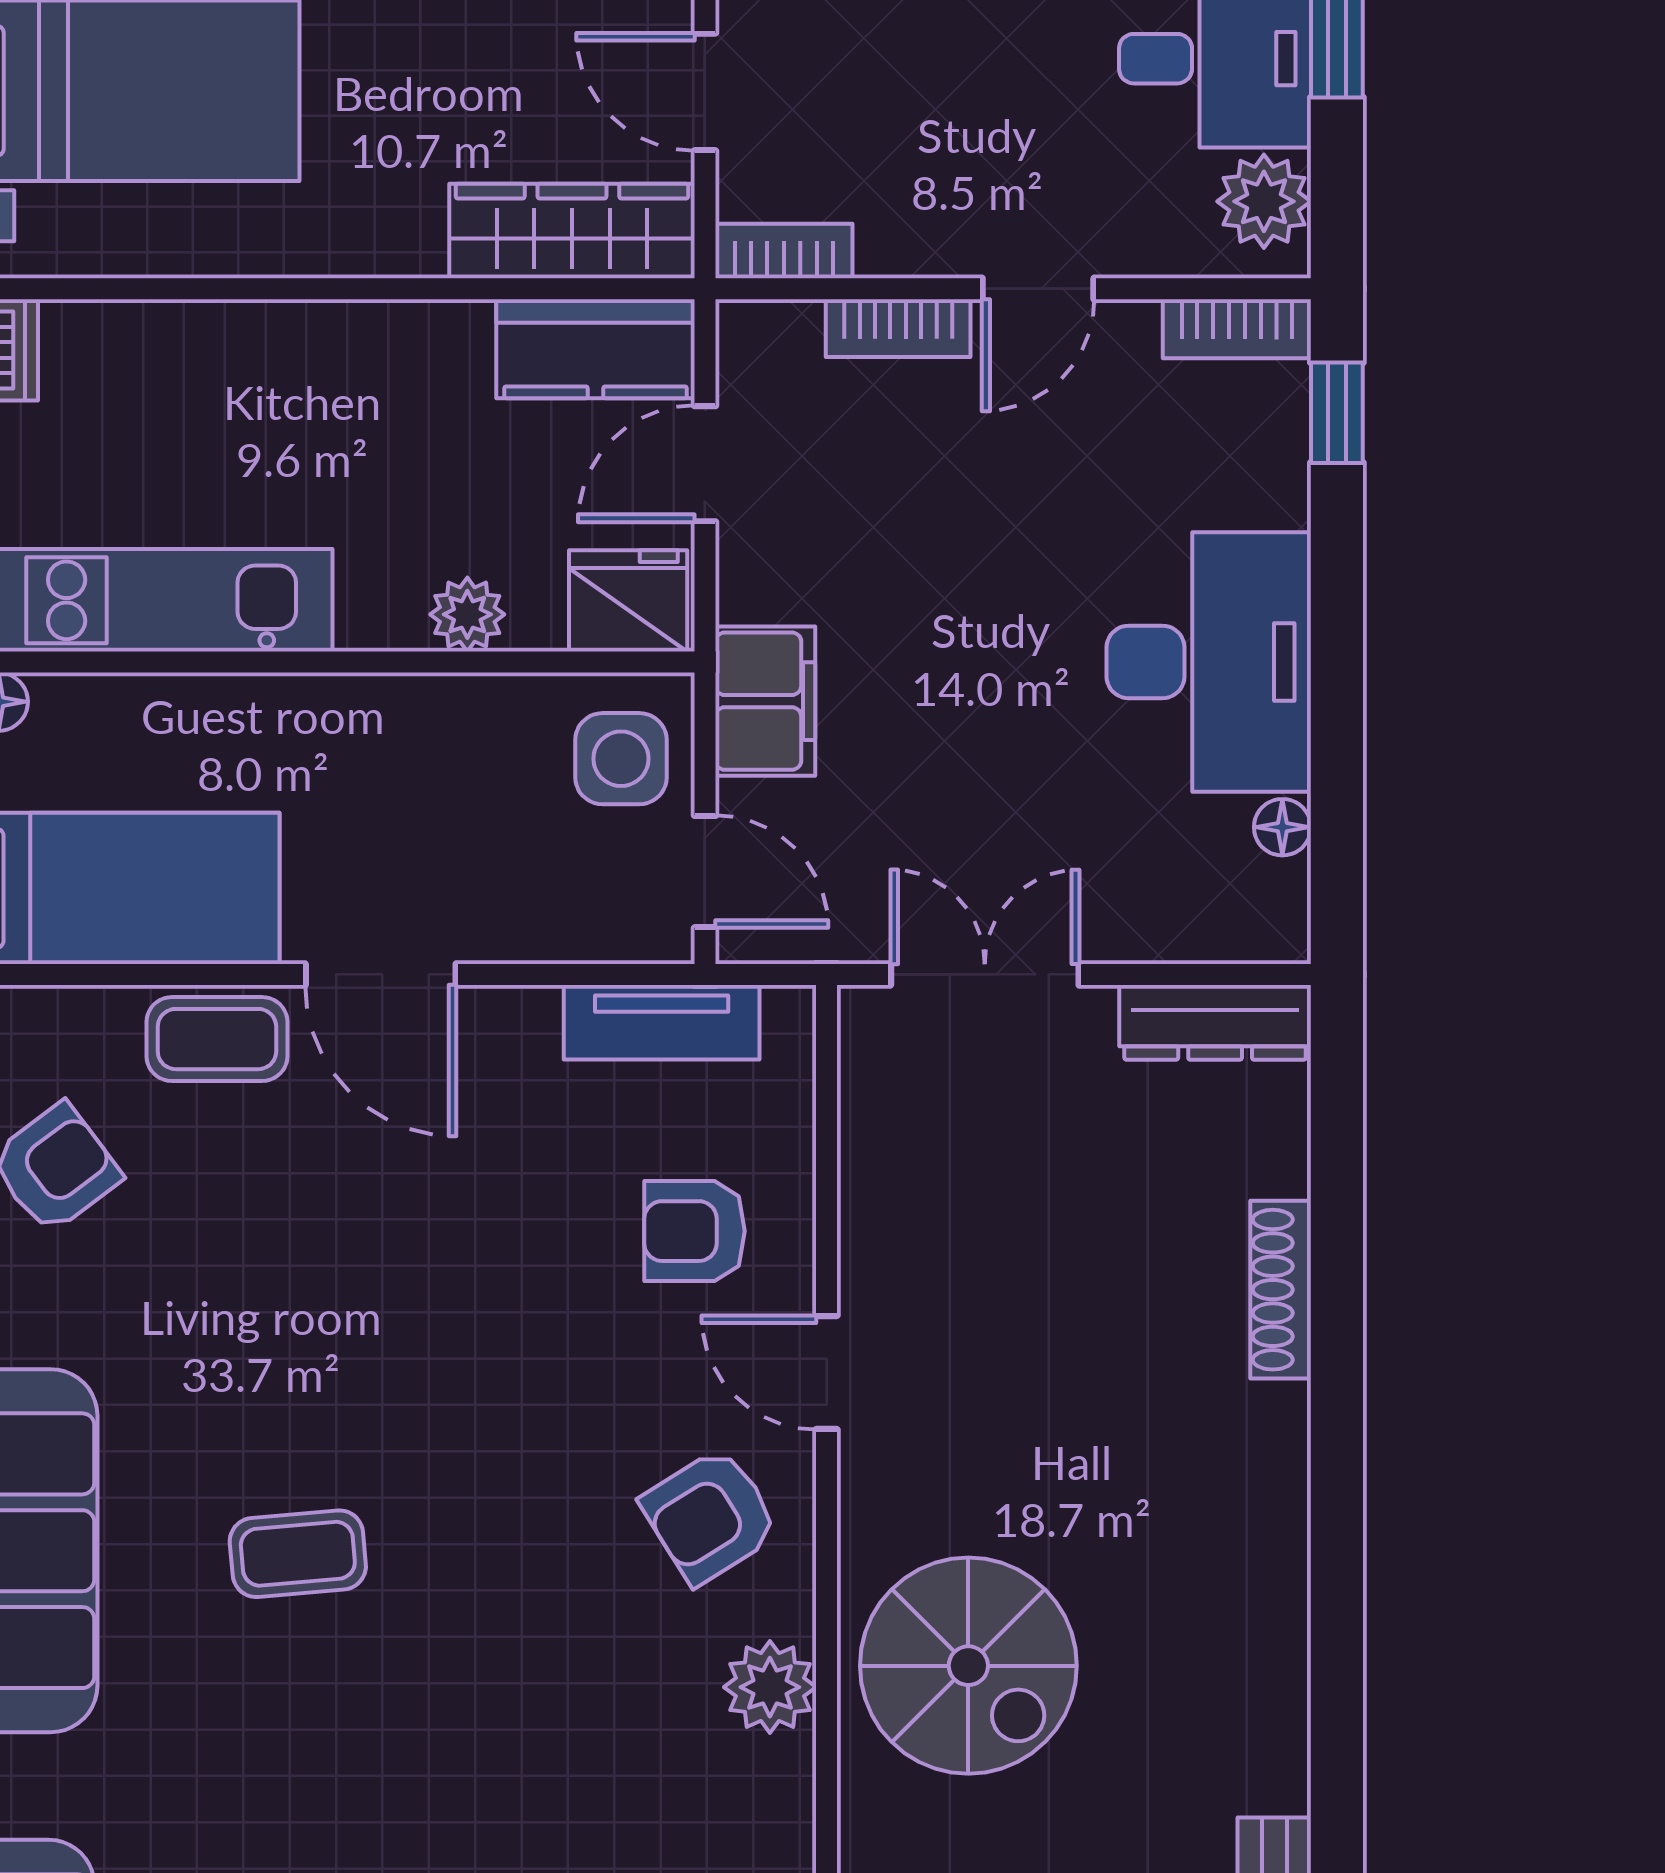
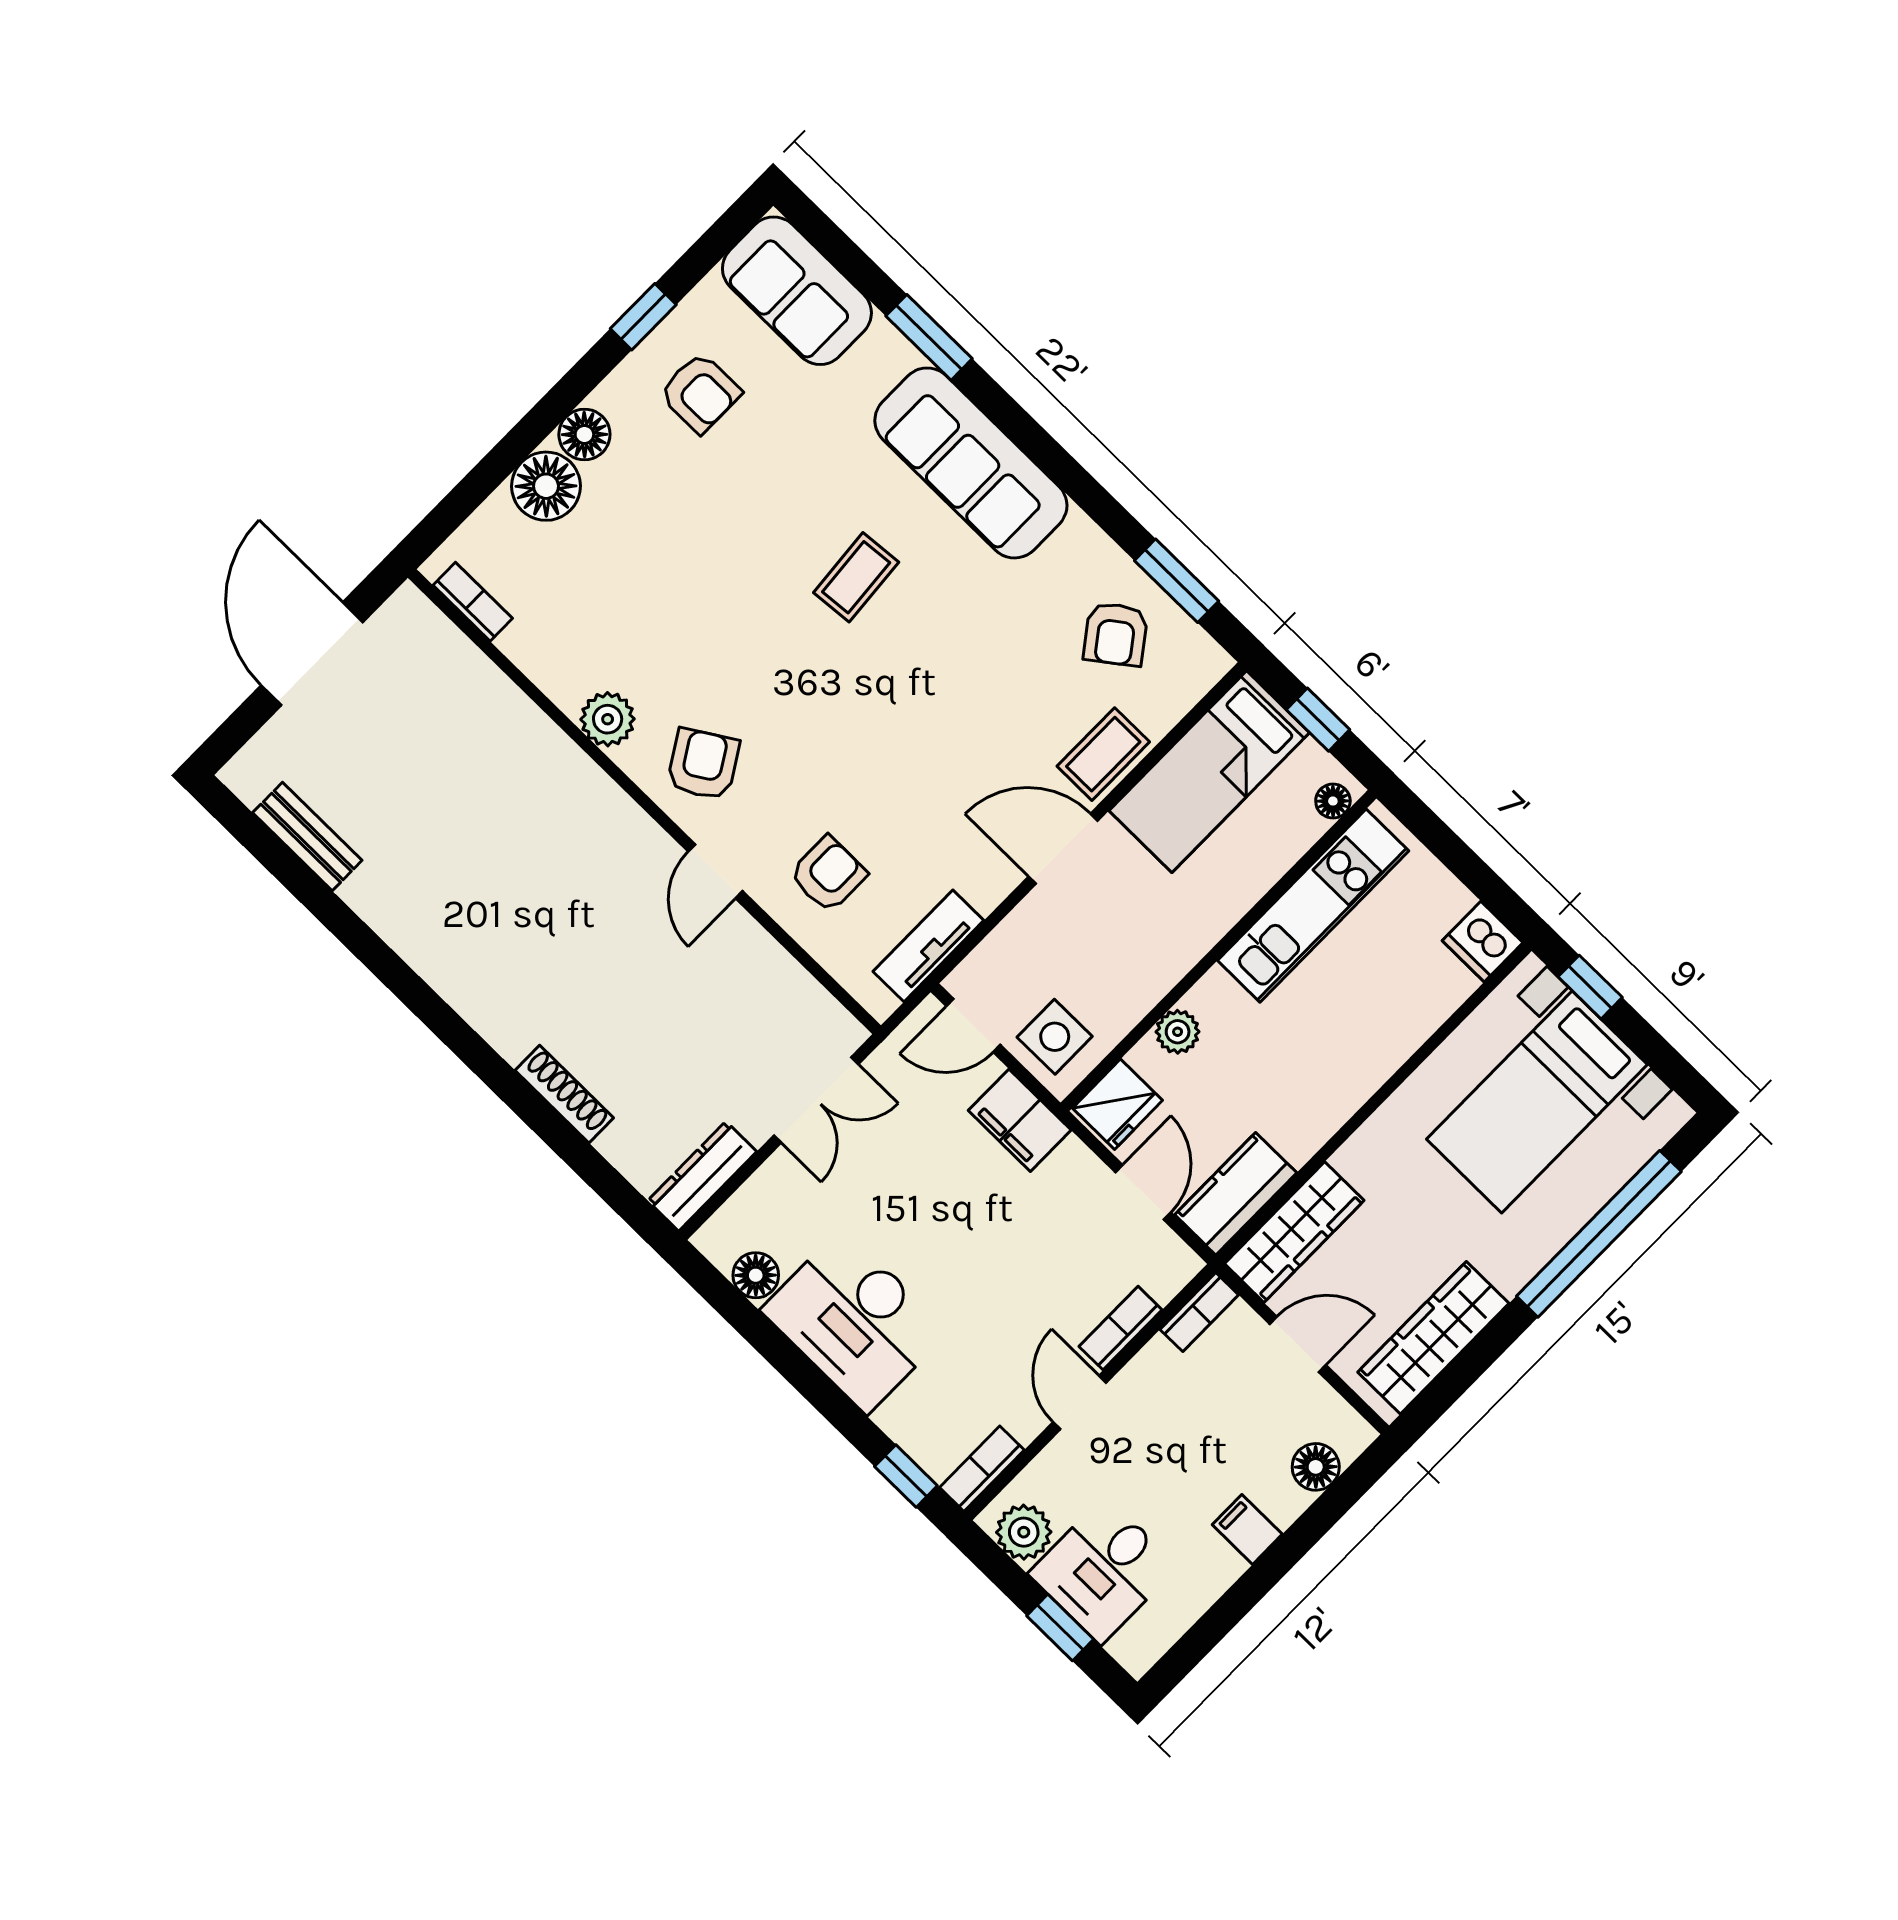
floor lamp: (1282, 827) -> (756, 1275), width x1.37, depth x1.37
door: (827, 1372) -> (715, 871), swing flipped
spiral stairs: (968, 1666) -> (535, 810), removed

